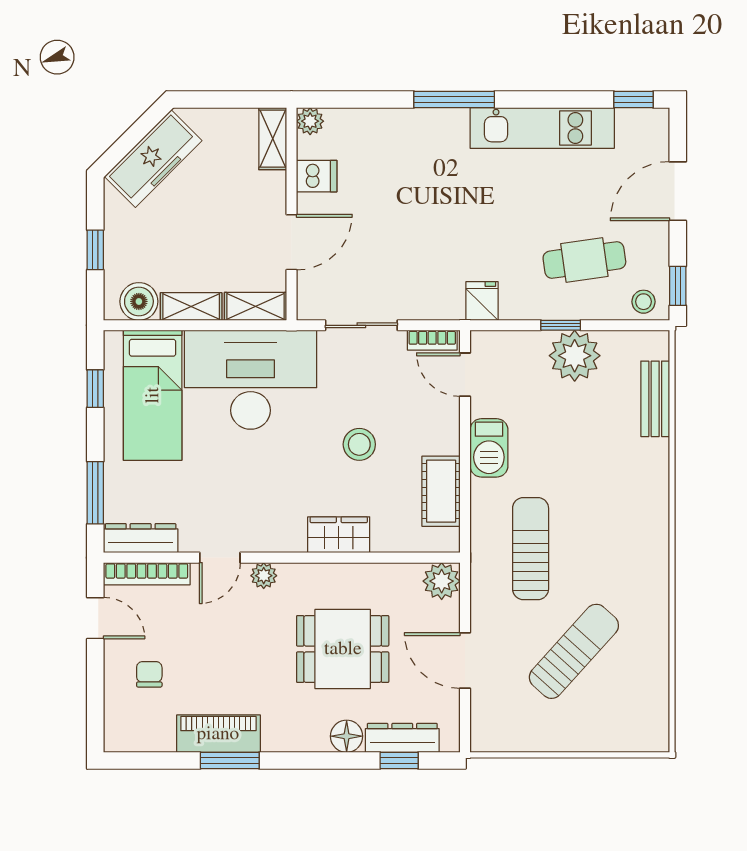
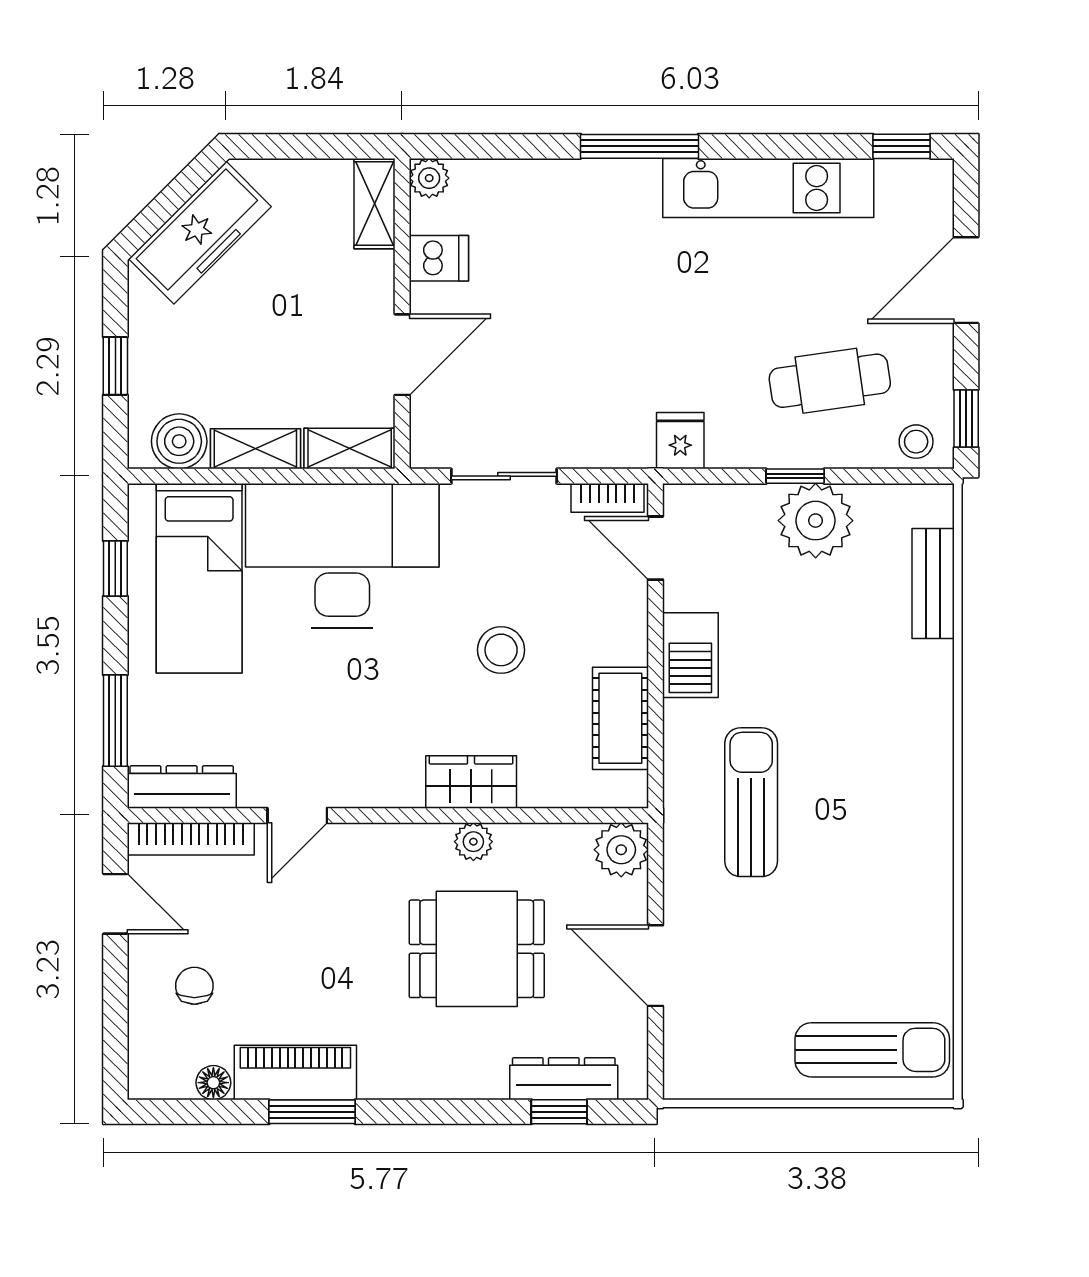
plant: (264, 576) -> (473, 842), moved
sun lounger: (574, 651) -> (872, 1050), moved, turned 48
floor lamp: (347, 736) -> (213, 1083), moved, width x0.73, depth x0.73

